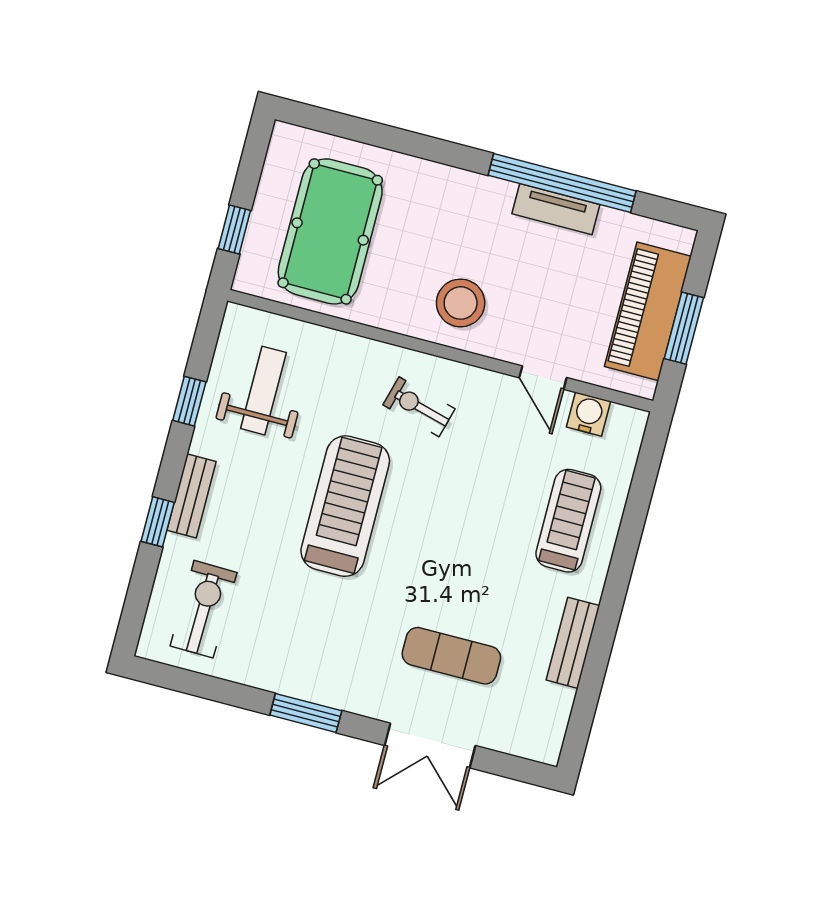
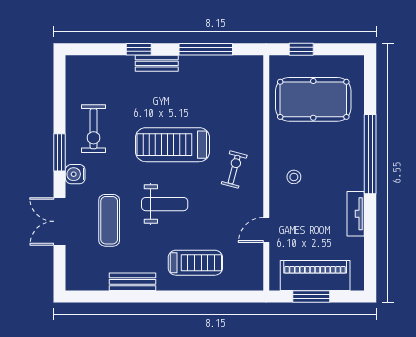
window: (562, 183) -> (370, 154), moved
stool: (461, 303) -> (294, 177), width x0.53, depth x0.53
weight bench: (263, 391) -> (165, 204), moved
window: (189, 401) -> (206, 49), width x2.17
water cooler: (588, 414) -> (75, 174), moved, turned 180
treadmill: (345, 506) -> (172, 145), turned 180
exercise bike: (204, 609) -> (94, 129), moved, turned 89

